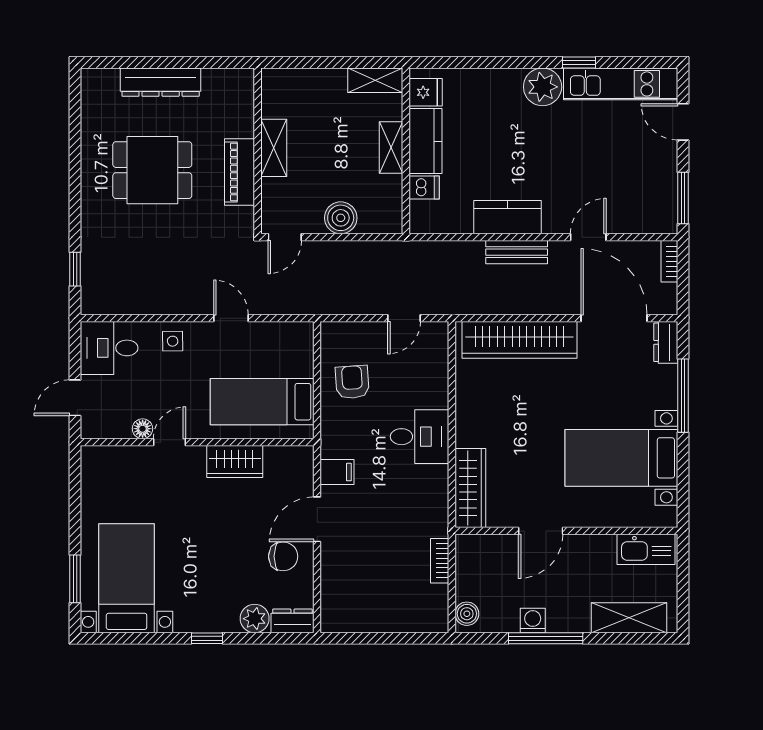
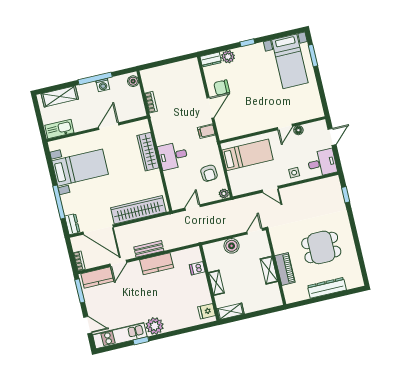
kitchen counter: (426, 141) -> (97, 277), moved, turned -90
piano: (240, 172) -> (285, 269), moved
plant: (331, 332) -> (224, 194), added
wardrobe: (235, 461) -> (253, 125), removed
wardrobe: (470, 488) -> (148, 152), moved

